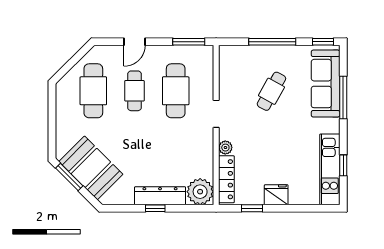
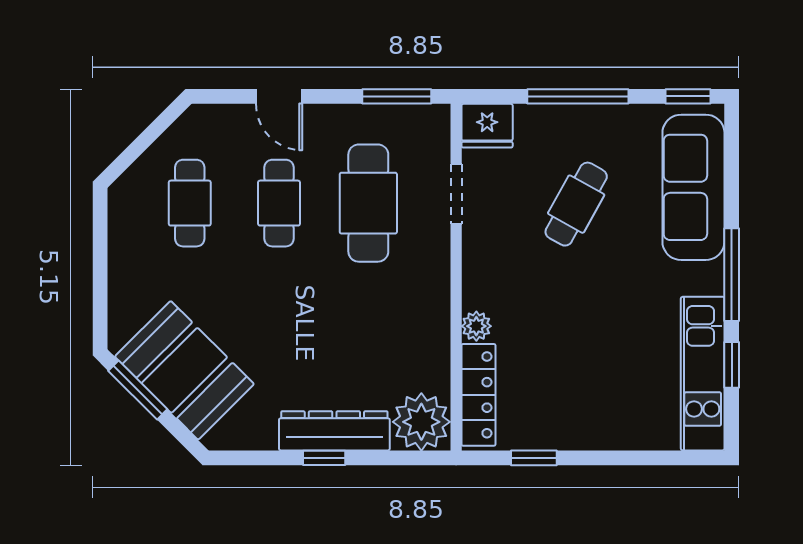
door: (135, 42) -> (279, 96), hinge flipped
cafe table: (93, 91) -> (190, 203), width x0.73, depth x0.74
window: (343, 98) -> (732, 275), moved
doorway: (216, 114) -> (456, 194), moved
fridge: (276, 195) -> (487, 126), moved, turned 180

